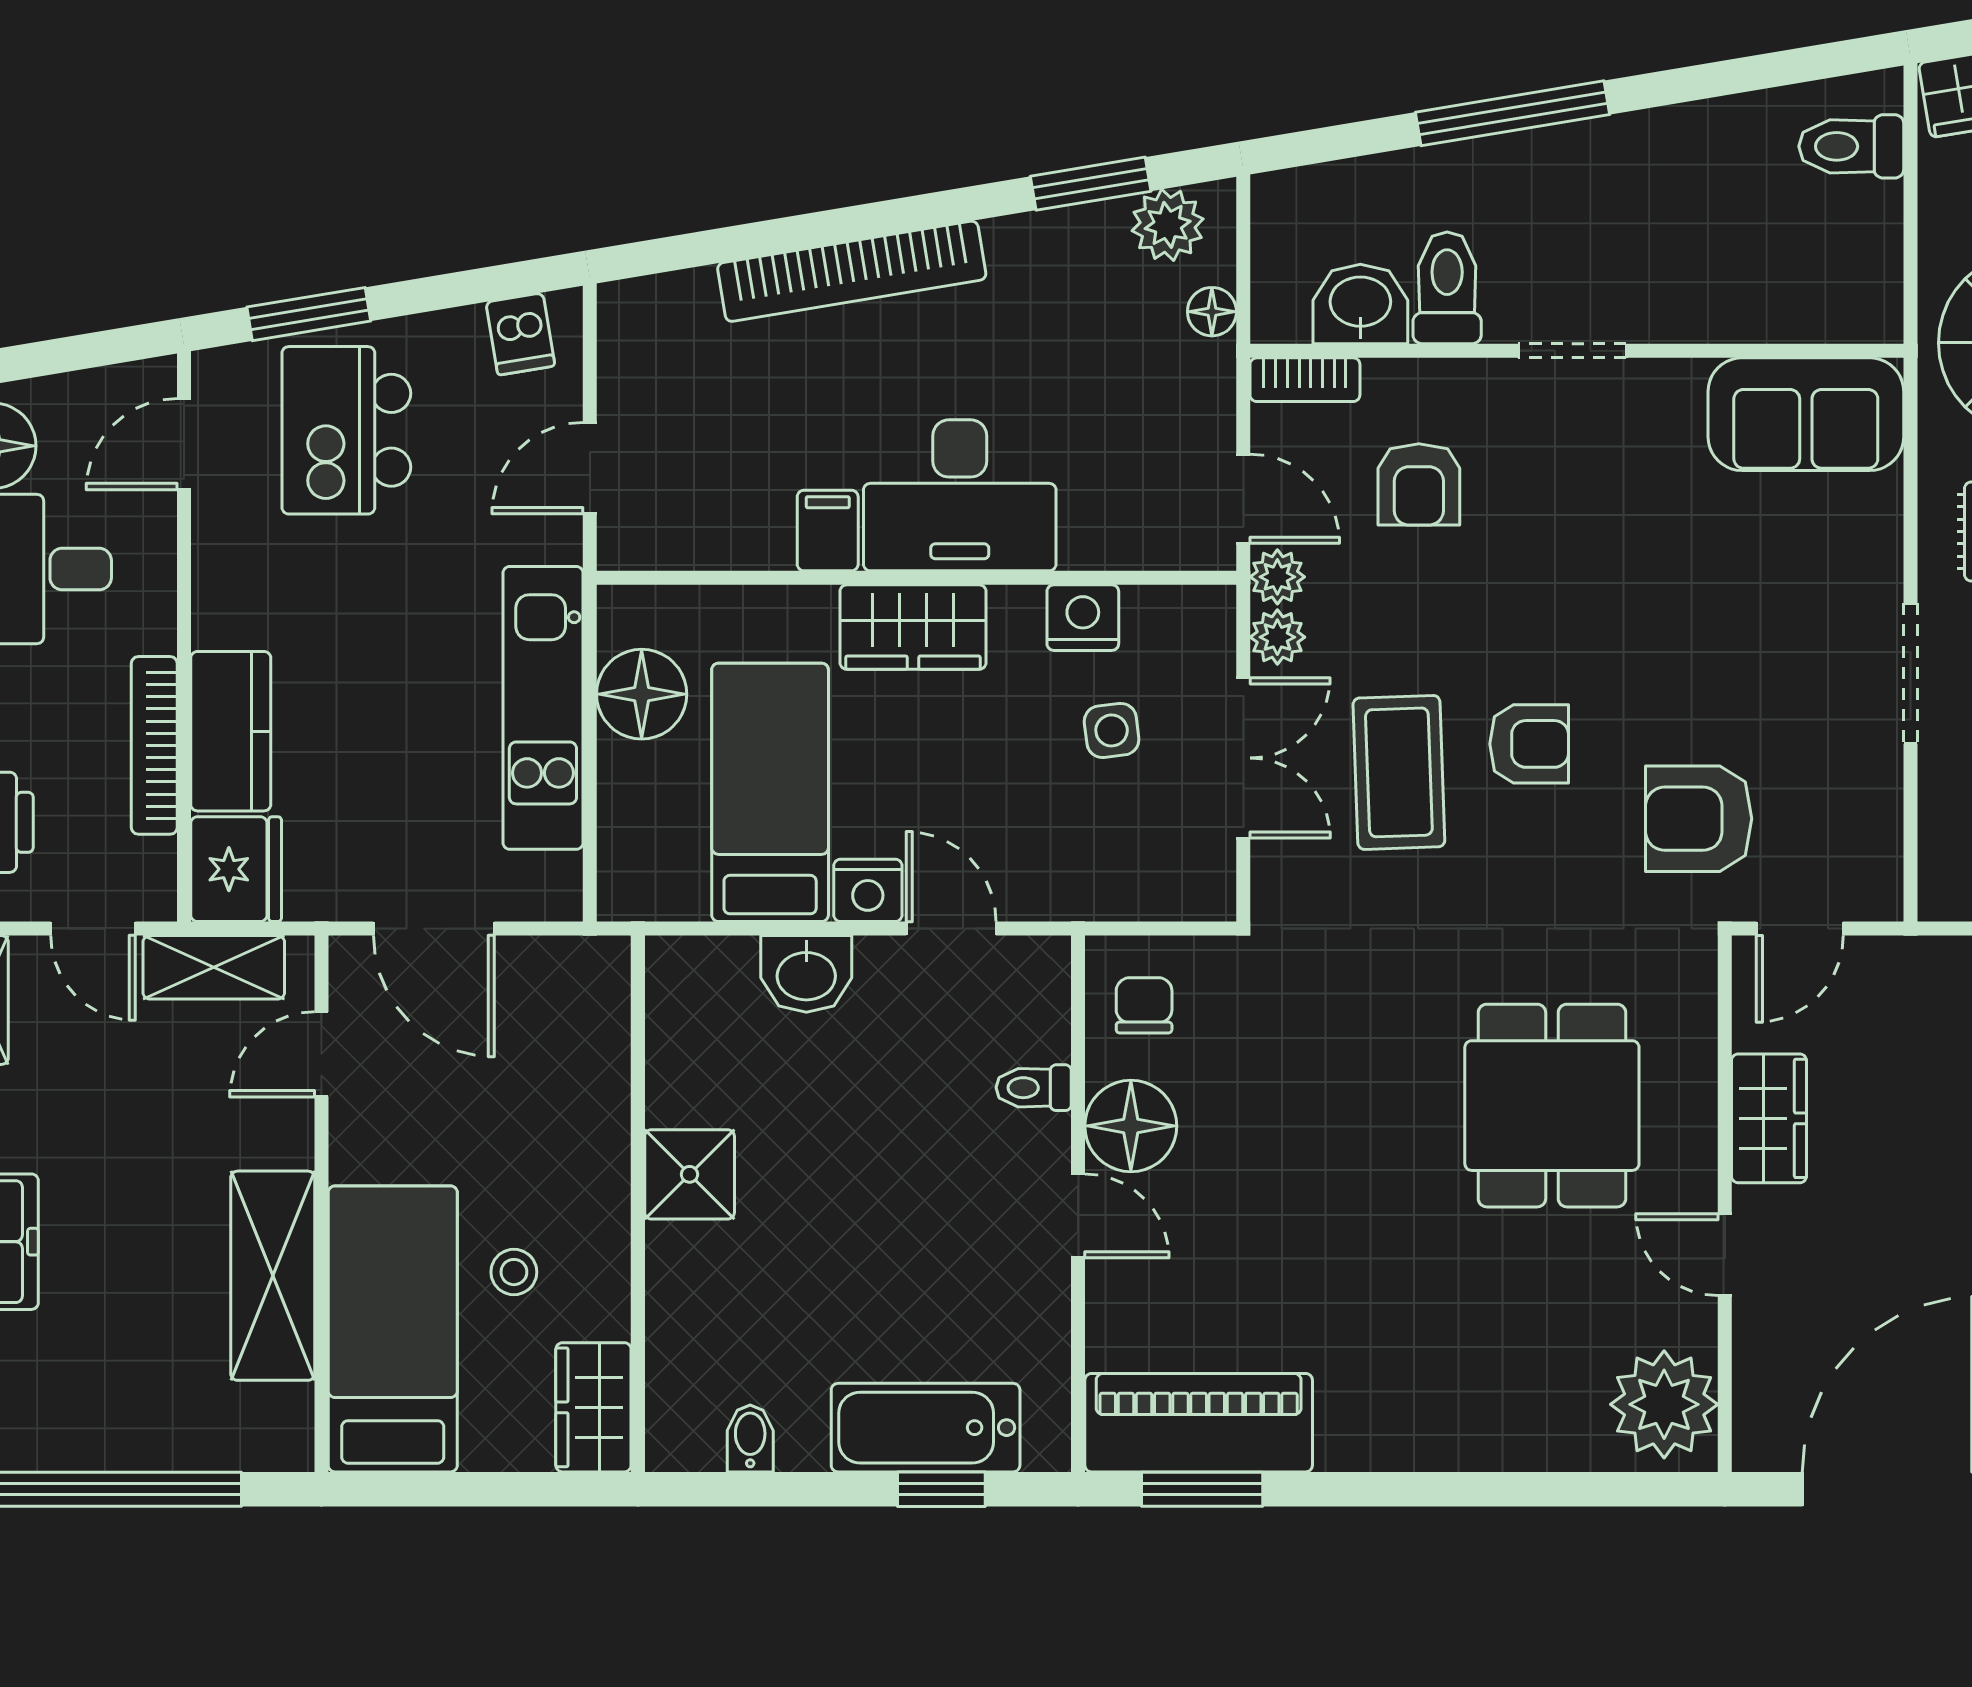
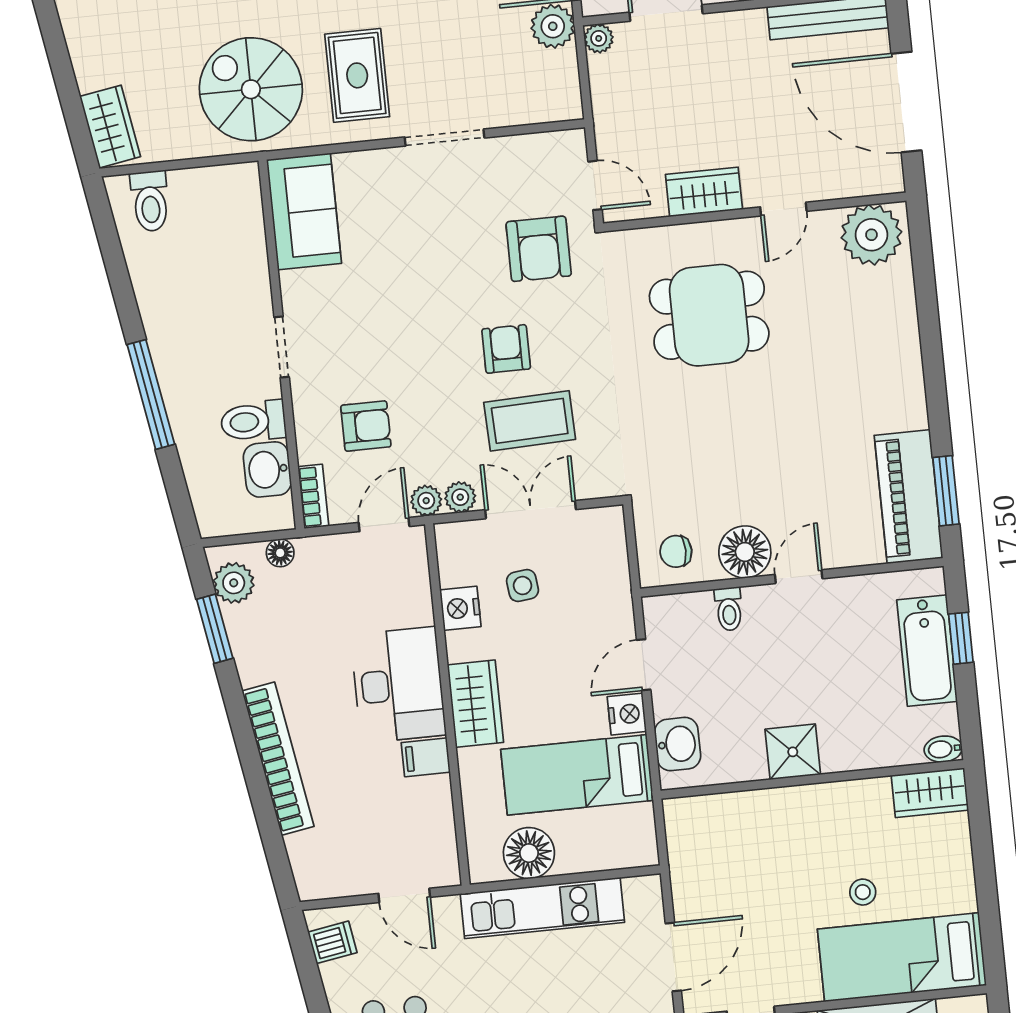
shower: (690, 1174) -> (793, 752), moved
wall: (638, 1204) -> (812, 779), moved
wardrobe: (593, 1407) -> (930, 793), moved

